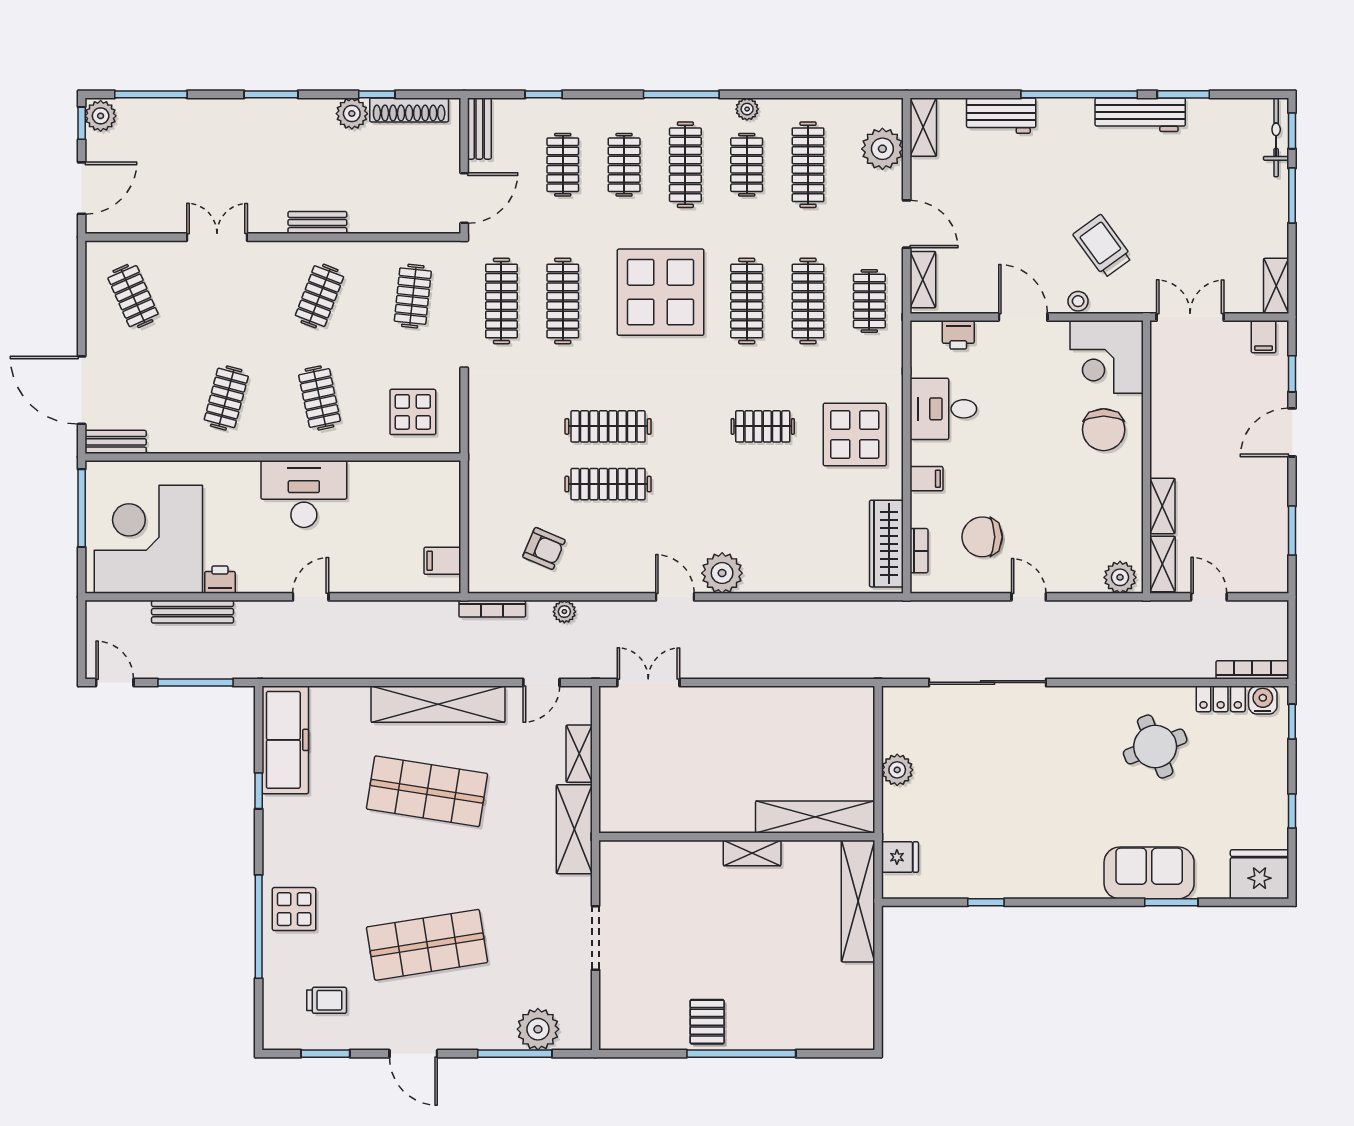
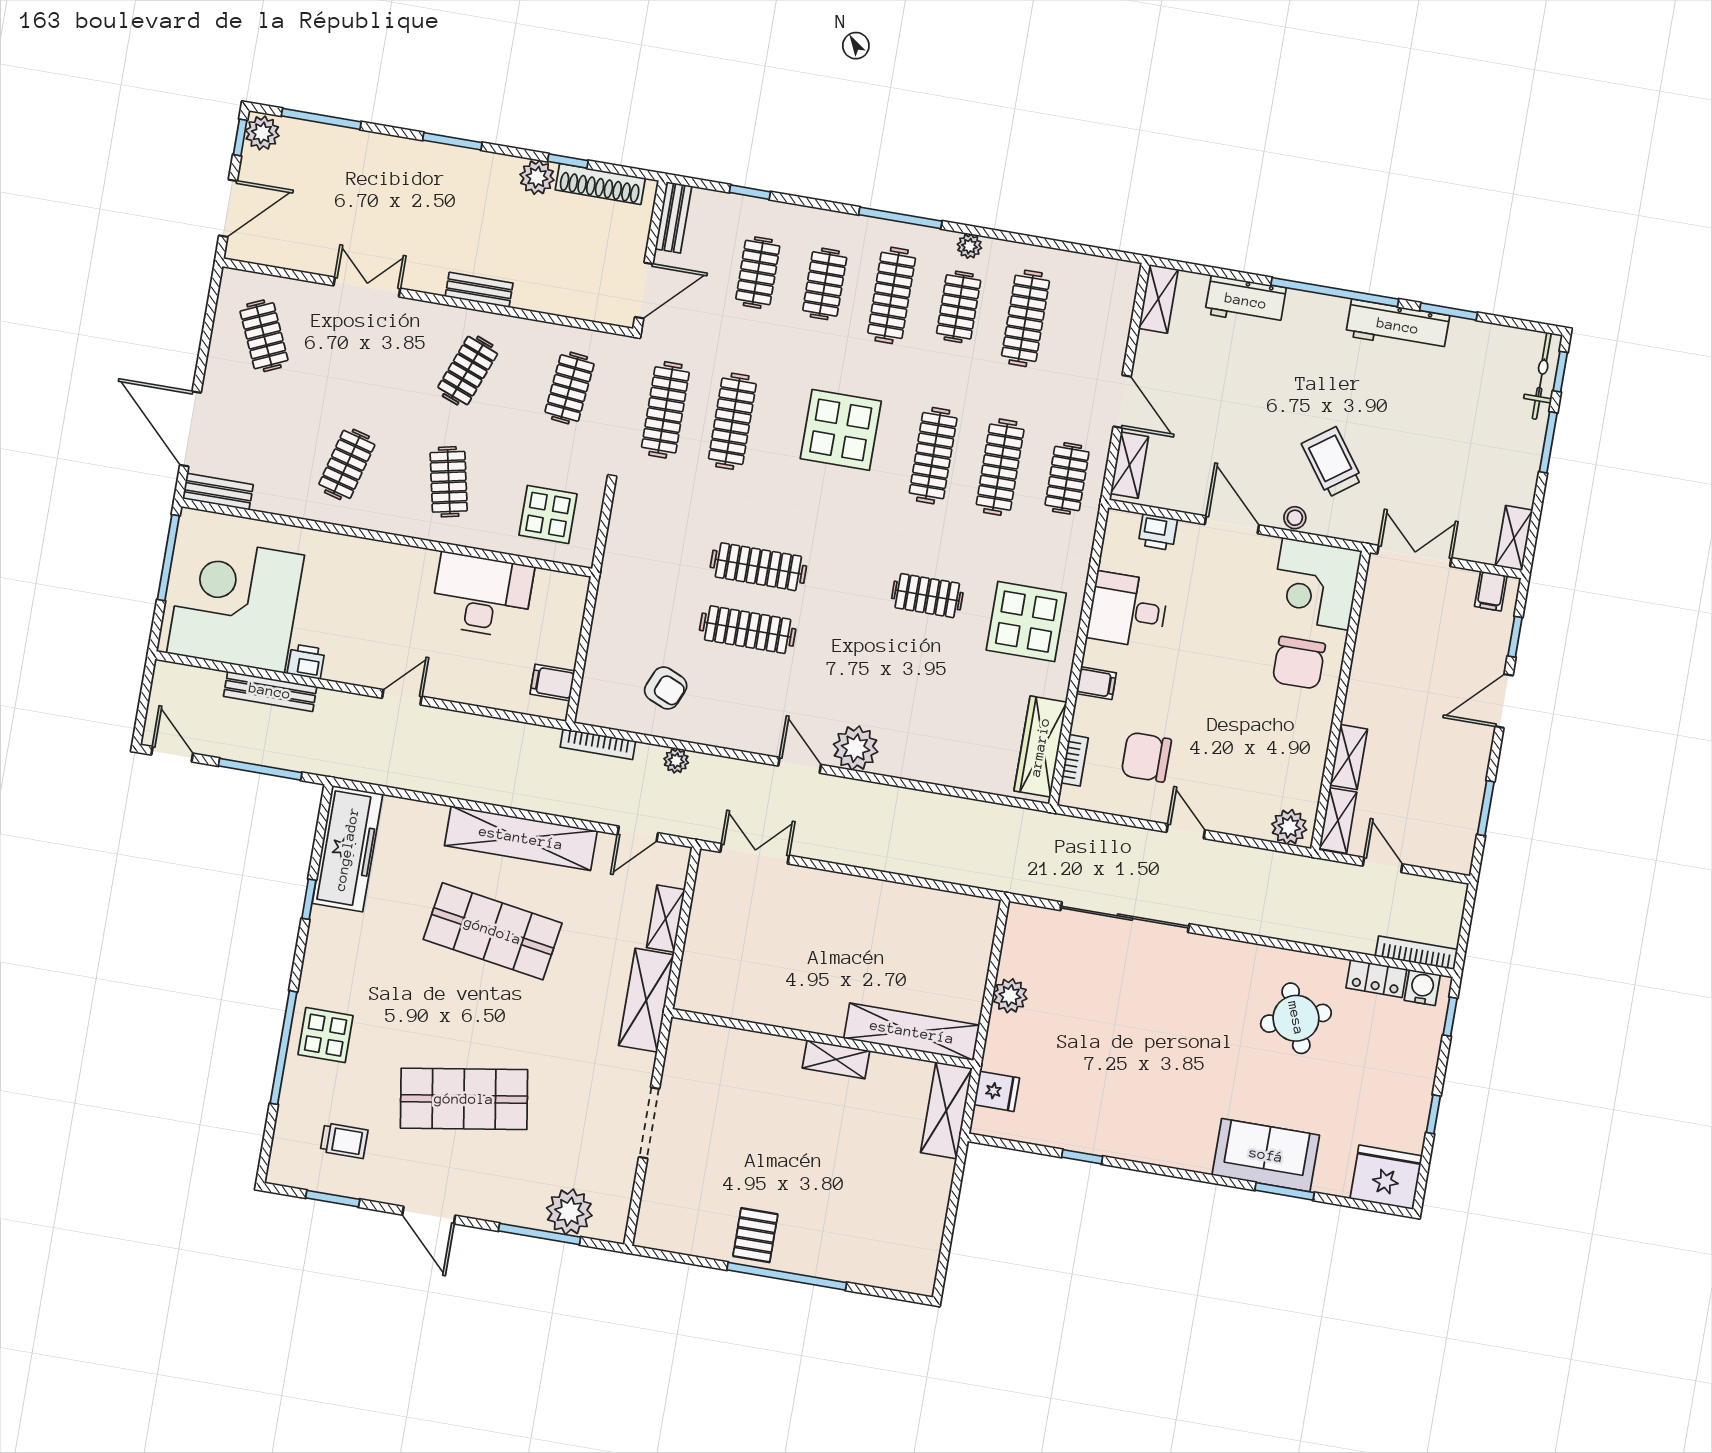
plant: (882, 149) -> (1110, 315), removed
display table: (661, 292) -> (841, 430), width x0.73, depth x0.73
desk: (304, 494) -> (482, 595), moved
shelving: (858, 901) -> (946, 1110), width x0.68

